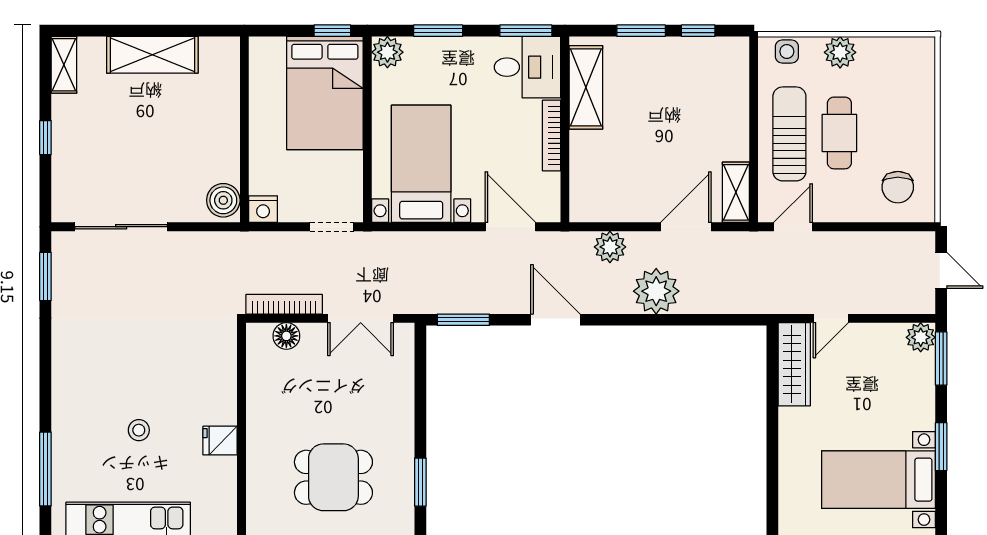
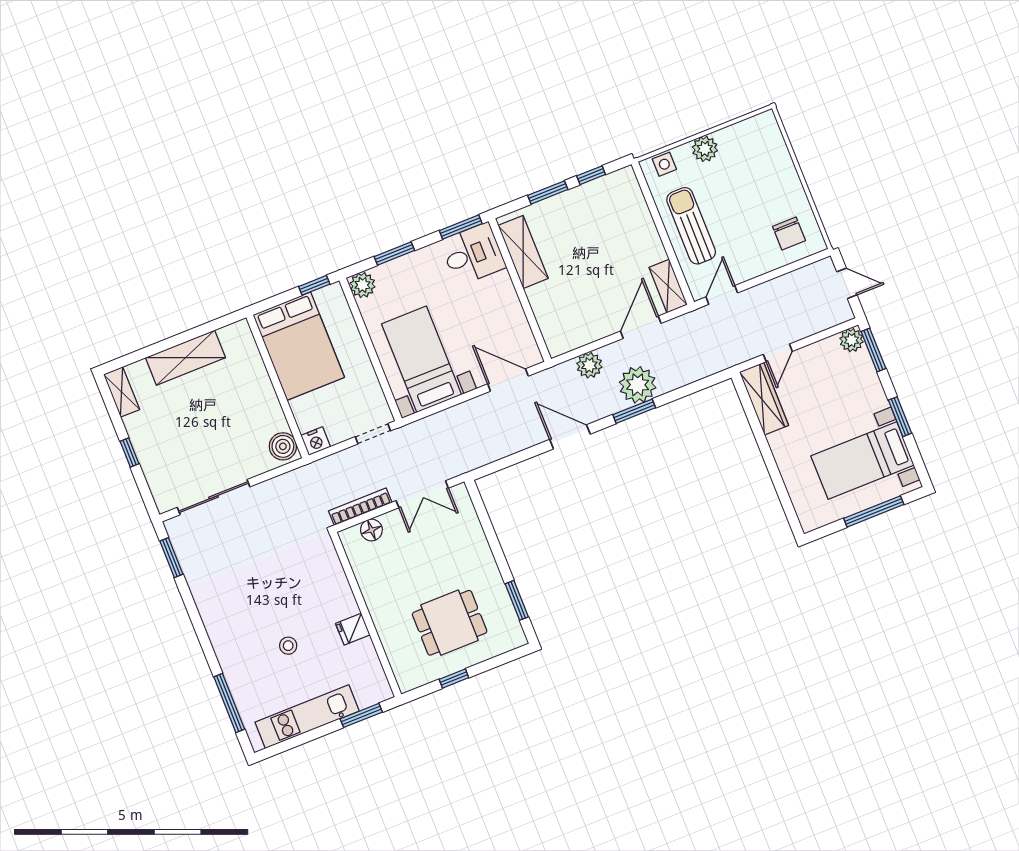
bed: (325, 93) -> (299, 346), moved
cafe table: (839, 133) -> (729, 210), removed
bookcase: (551, 136) -> (512, 299), removed
window: (463, 320) -> (634, 411), moved

